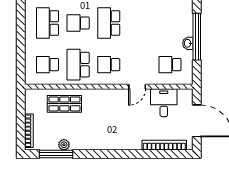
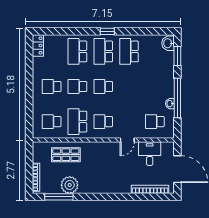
school desk: (47, 23) -> (52, 87), width x0.54
school desk: (109, 23) -> (103, 87), width x0.54
plant: (64, 145) -> (70, 185), width x1.87, depth x1.87

